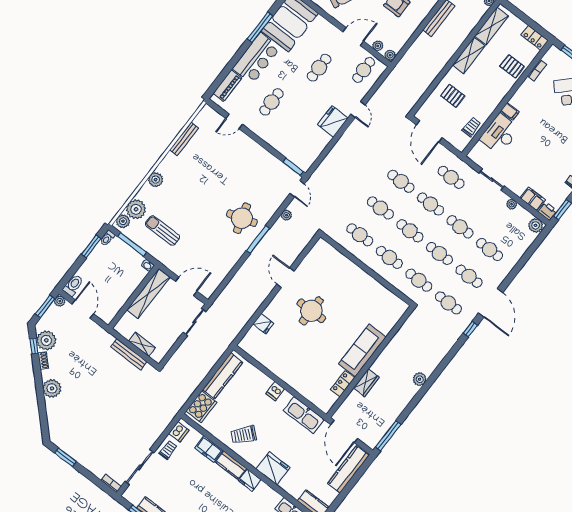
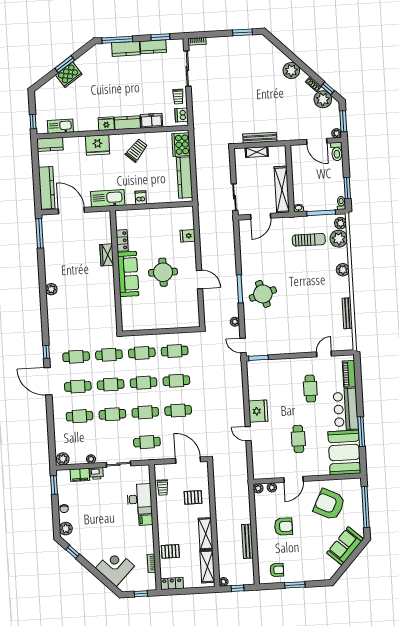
cafe table: (364, 70) -> (267, 463), removed
printer: (547, 211) -> (97, 473), moved
sofa: (362, 350) -> (128, 274), moved
wall: (370, 362) -> (116, 271), moved
wardrobe: (366, 383) -> (107, 255), moved
locker: (343, 384) -> (122, 240), moved

